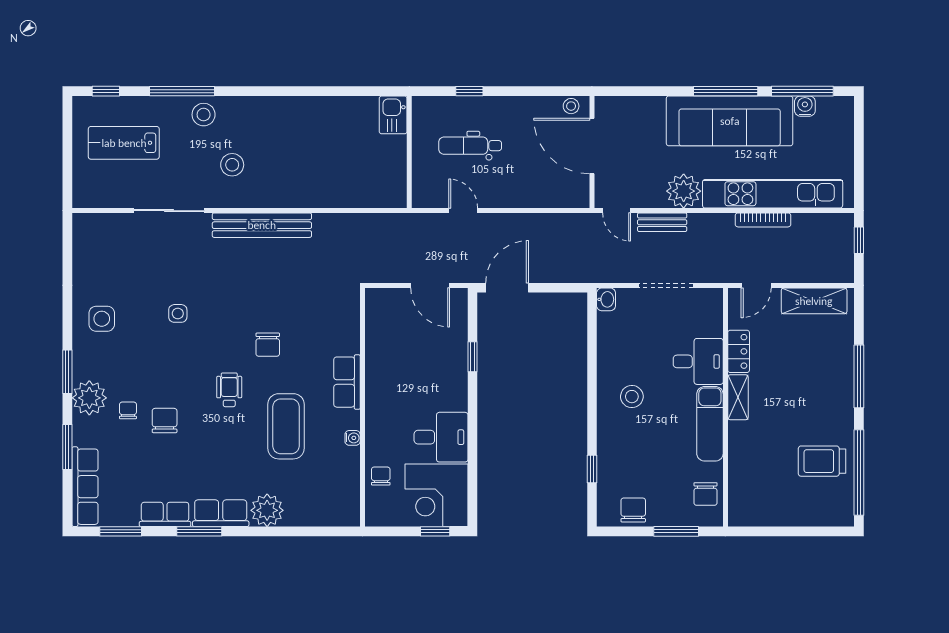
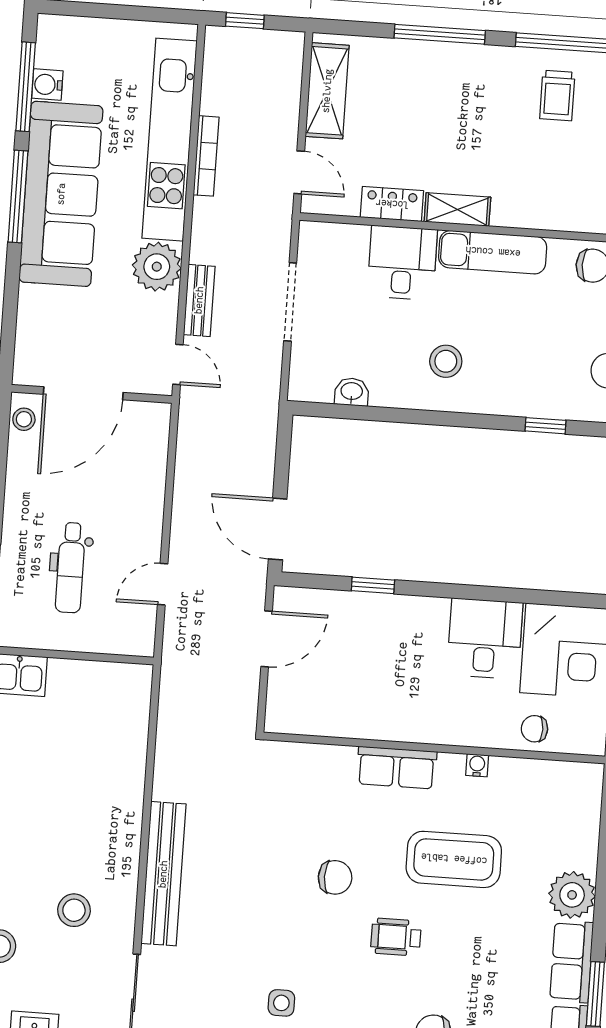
door: (617, 211) -> (178, 364), hinge flipped
washbasin: (606, 299) -> (352, 392), moved
trolley: (822, 461) -> (557, 95), width x0.73, depth x0.72

